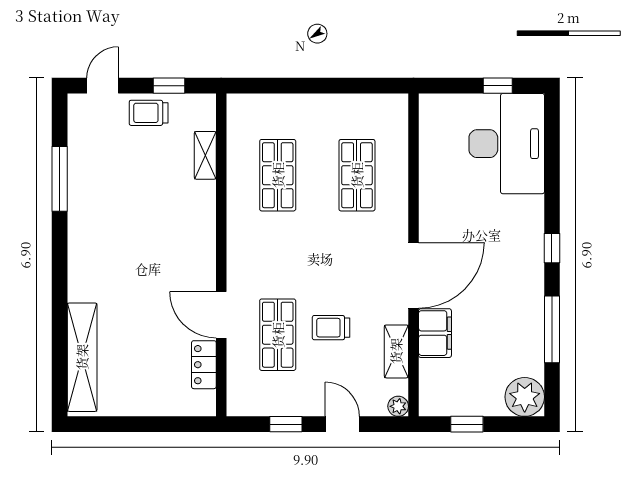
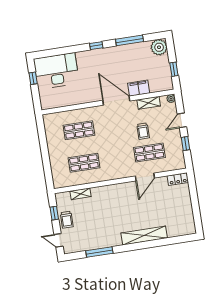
shelving: (82, 357) -> (144, 236), moved
locker: (204, 365) -> (178, 179), moved

